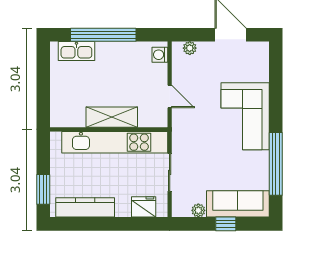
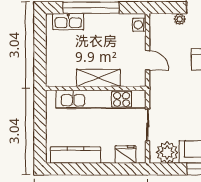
plant: (190, 48) -> (180, 19), moved
window: (43, 189) -> (40, 140), removed
plant: (198, 210) -> (167, 152), width x1.88, depth x1.88

